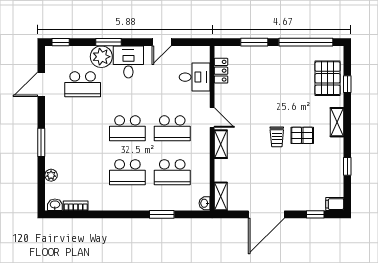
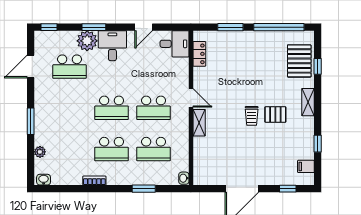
desk: (195, 77) -> (175, 44), moved
shelving: (221, 196) -> (199, 172), removed
filing cabinet: (335, 204) -> (306, 166), moved
bookcase: (76, 206) -> (94, 181), moved

